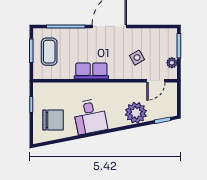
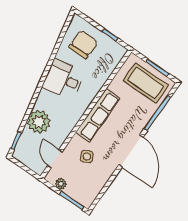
coffee table: (49, 52) -> (146, 83), width x1.36, depth x1.32
row of seats: (91, 71) -> (98, 115), width x1.48
chair: (53, 120) -> (83, 45), turned 180

